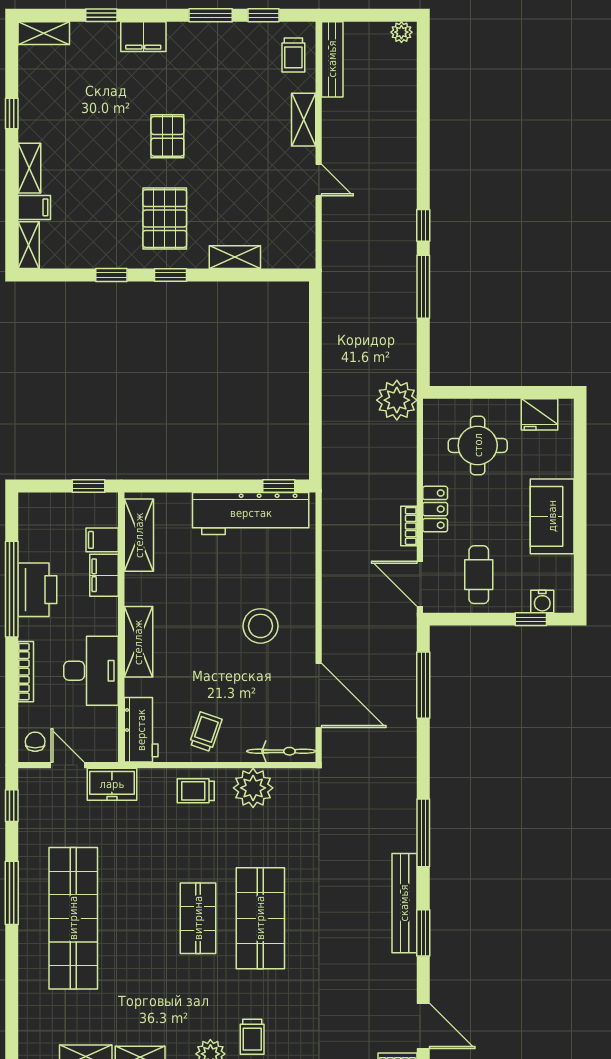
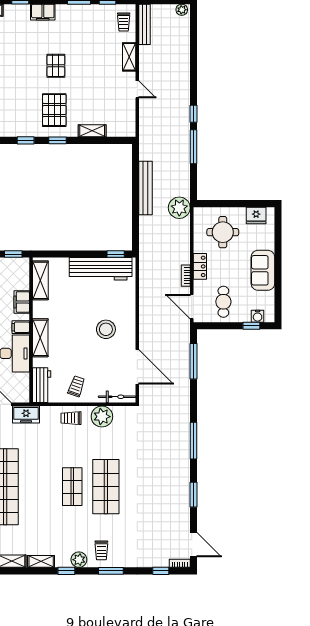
filing cabinet: (102, 540) -> (21, 327), moved
bench: (404, 903) -> (146, 188), moved

